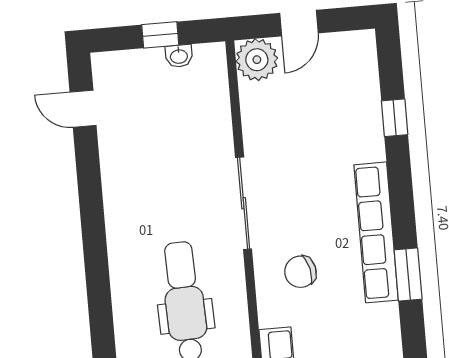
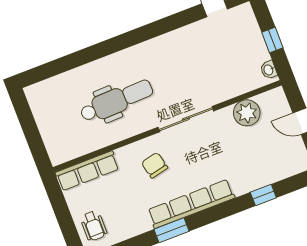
washbasin: (179, 56) -> (269, 70), moved
plant: (257, 60) -> (247, 113), moved

